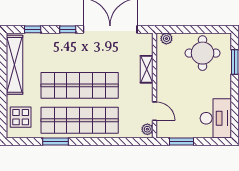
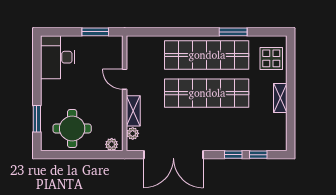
window: (68, 29) -> (233, 155), moved
shelving: (15, 65) -> (280, 98), width x0.45, depth x0.75
door: (155, 111) -> (125, 79), moved
plant: (147, 129) -> (133, 133), moved

